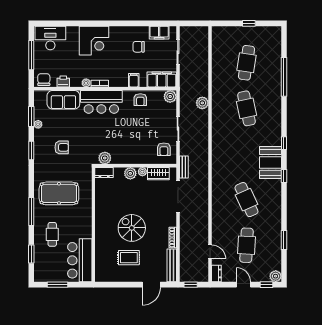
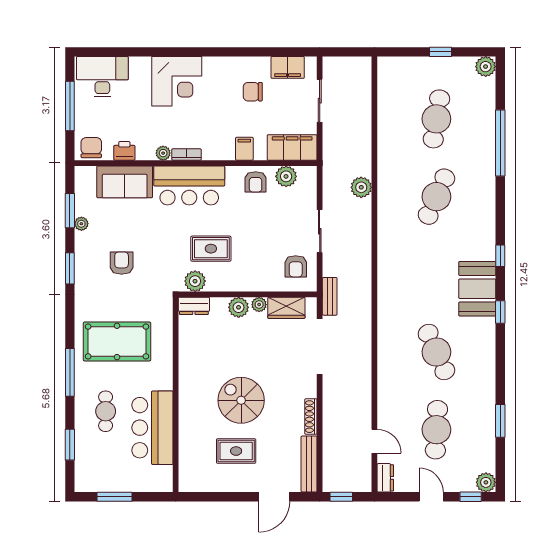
plant: (275, 32) -> (486, 67), added
plant: (170, 96) -> (286, 176), moved
cafe table: (246, 108) -> (436, 197), turned 36
rug: (114, 139) -> (211, 249), added
armchair: (62, 147) -> (122, 263), turned -90
bar counter: (80, 260) -> (152, 428), moved

